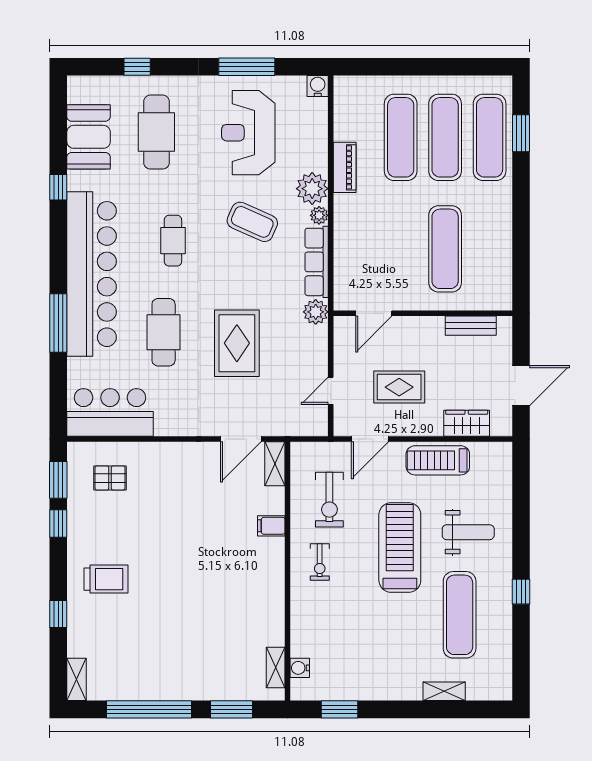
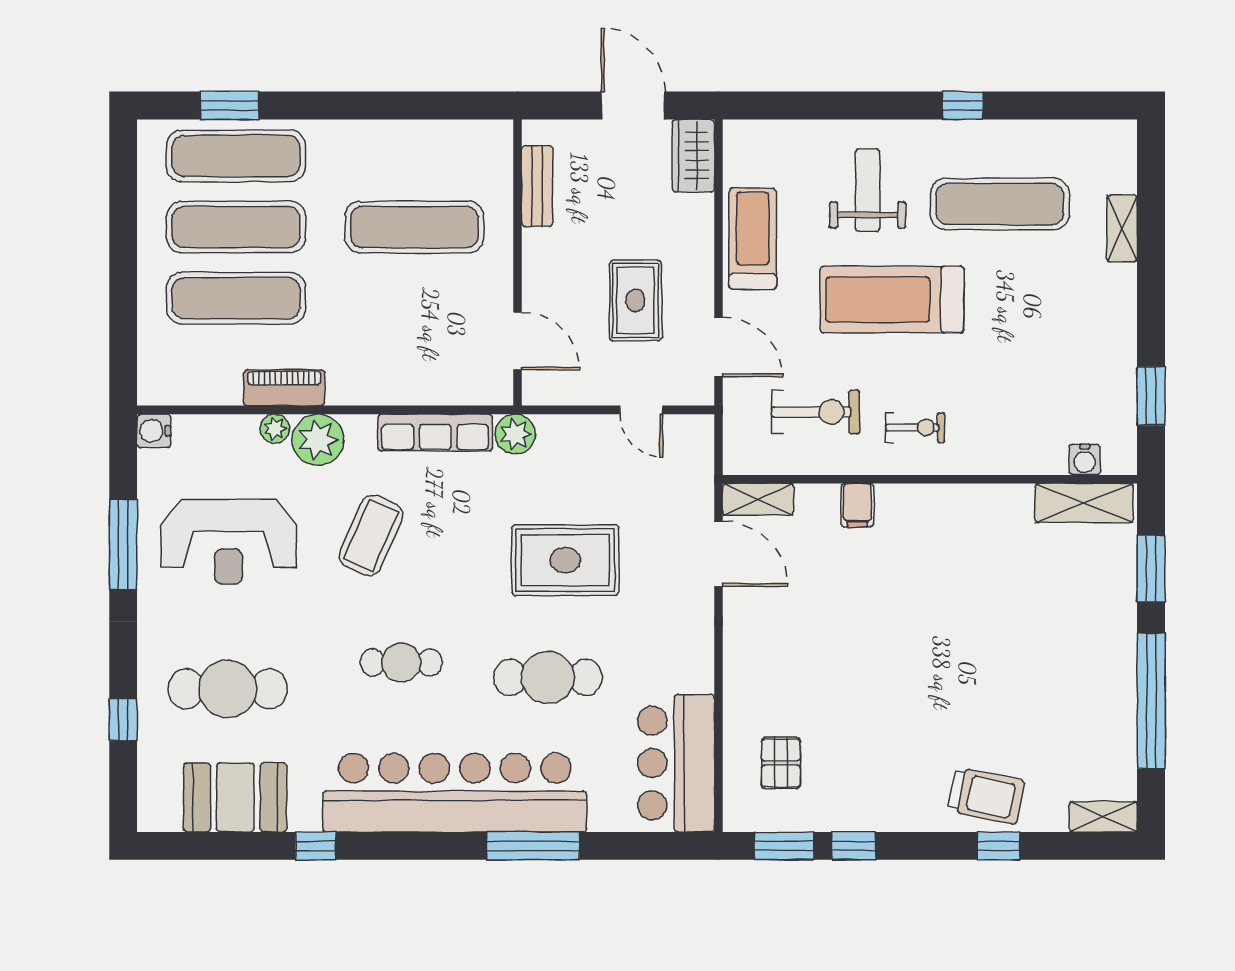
plant: (319, 215) -> (275, 429), moved
wardrobe: (467, 423) -> (693, 156), moved
treadmill: (438, 460) -> (753, 239), turned 180
trolley: (106, 579) -> (986, 796), moved, turned 102
shelving: (276, 668) -> (1084, 503), width x1.50, depth x1.33

